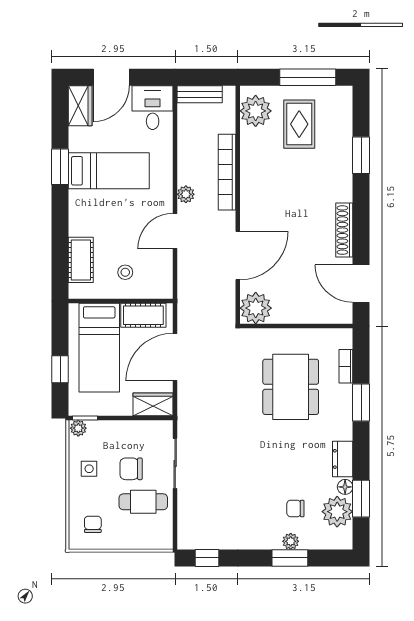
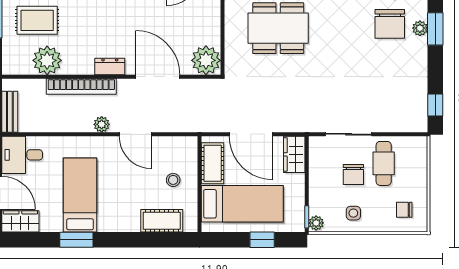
plant: (256, 111) -> (47, 60), moved
dresser: (249, 203) -> (110, 66), added
chair: (295, 508) -> (390, 24), width x1.87, depth x1.87

